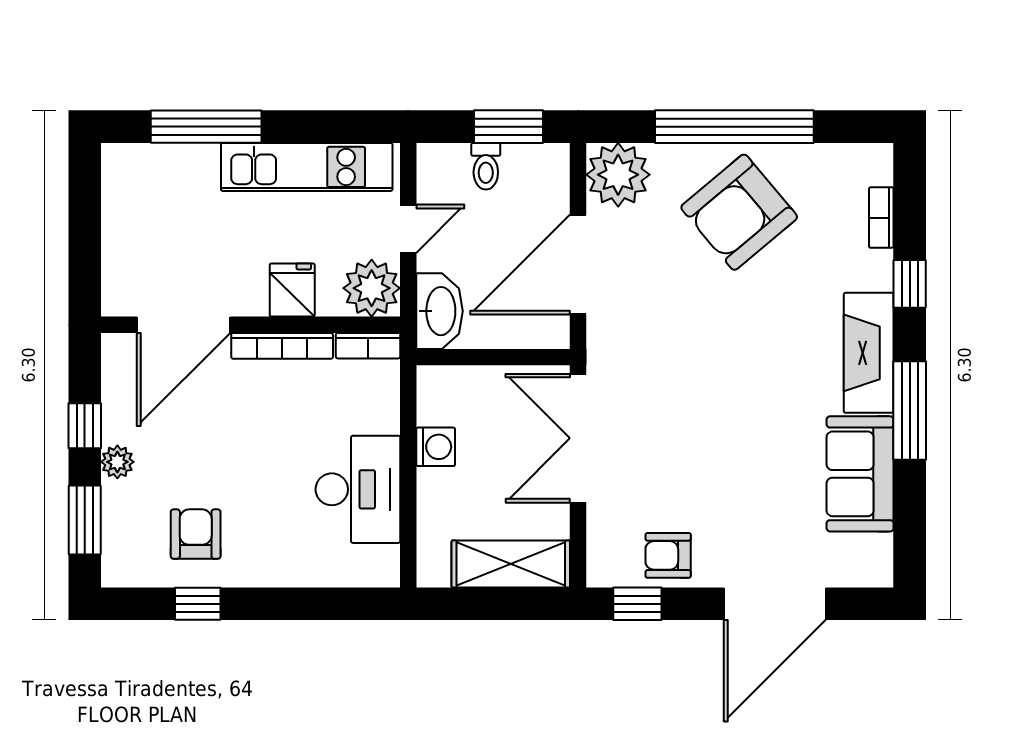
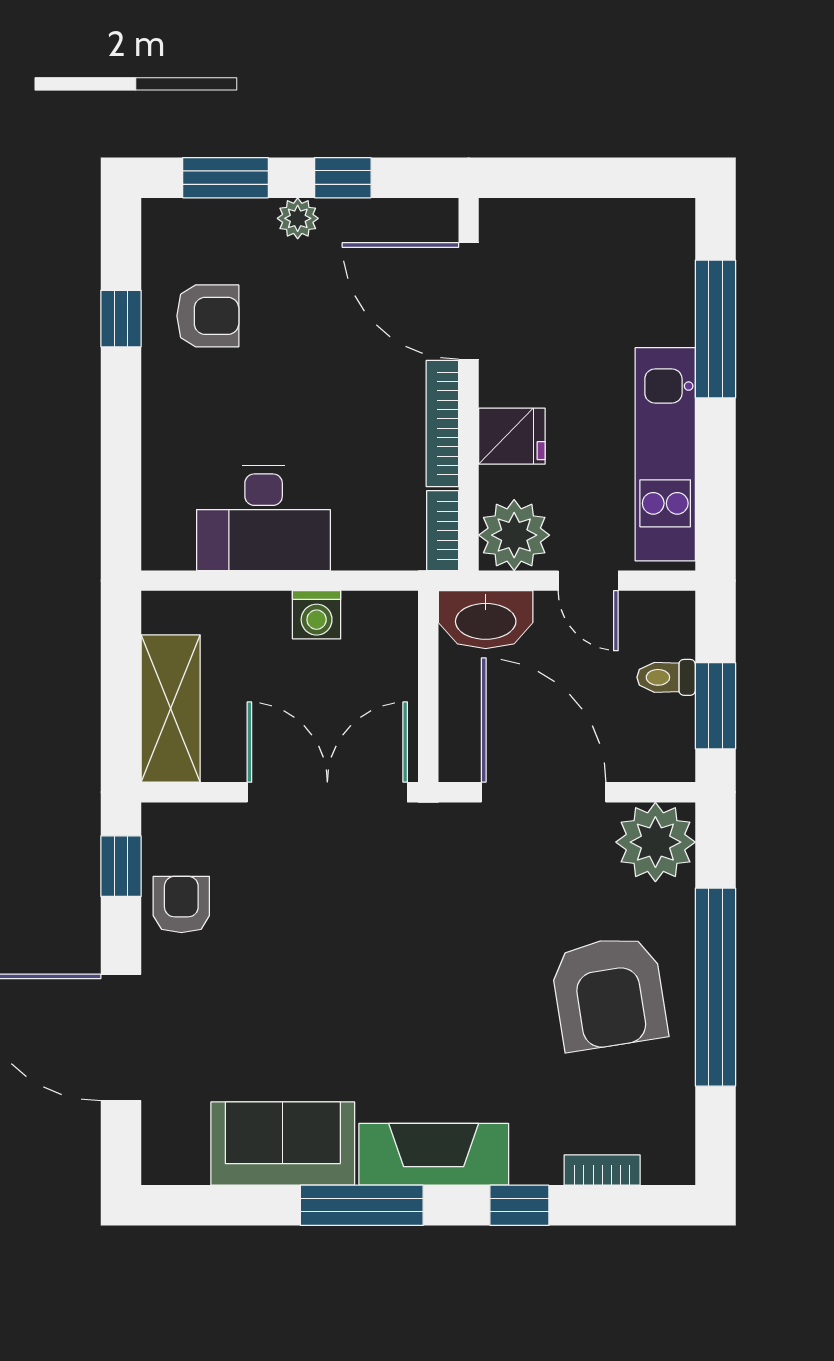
armchair: (739, 212) -> (609, 993), turned -149

